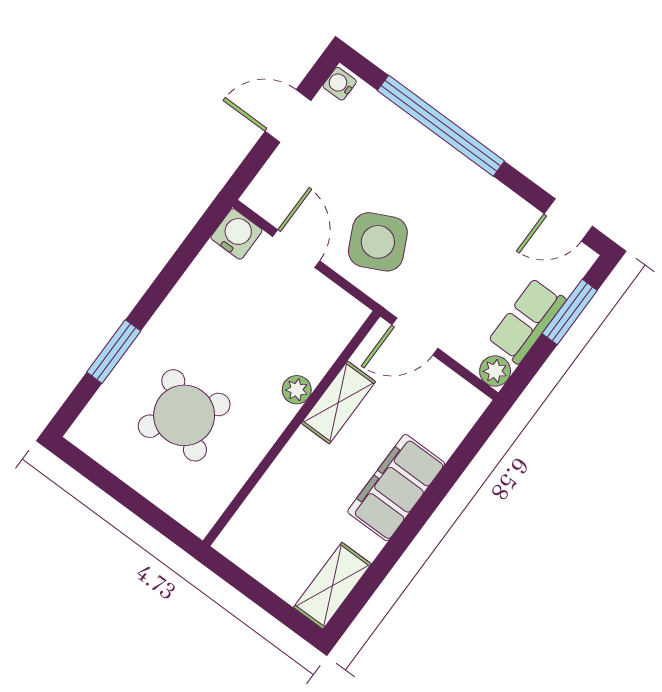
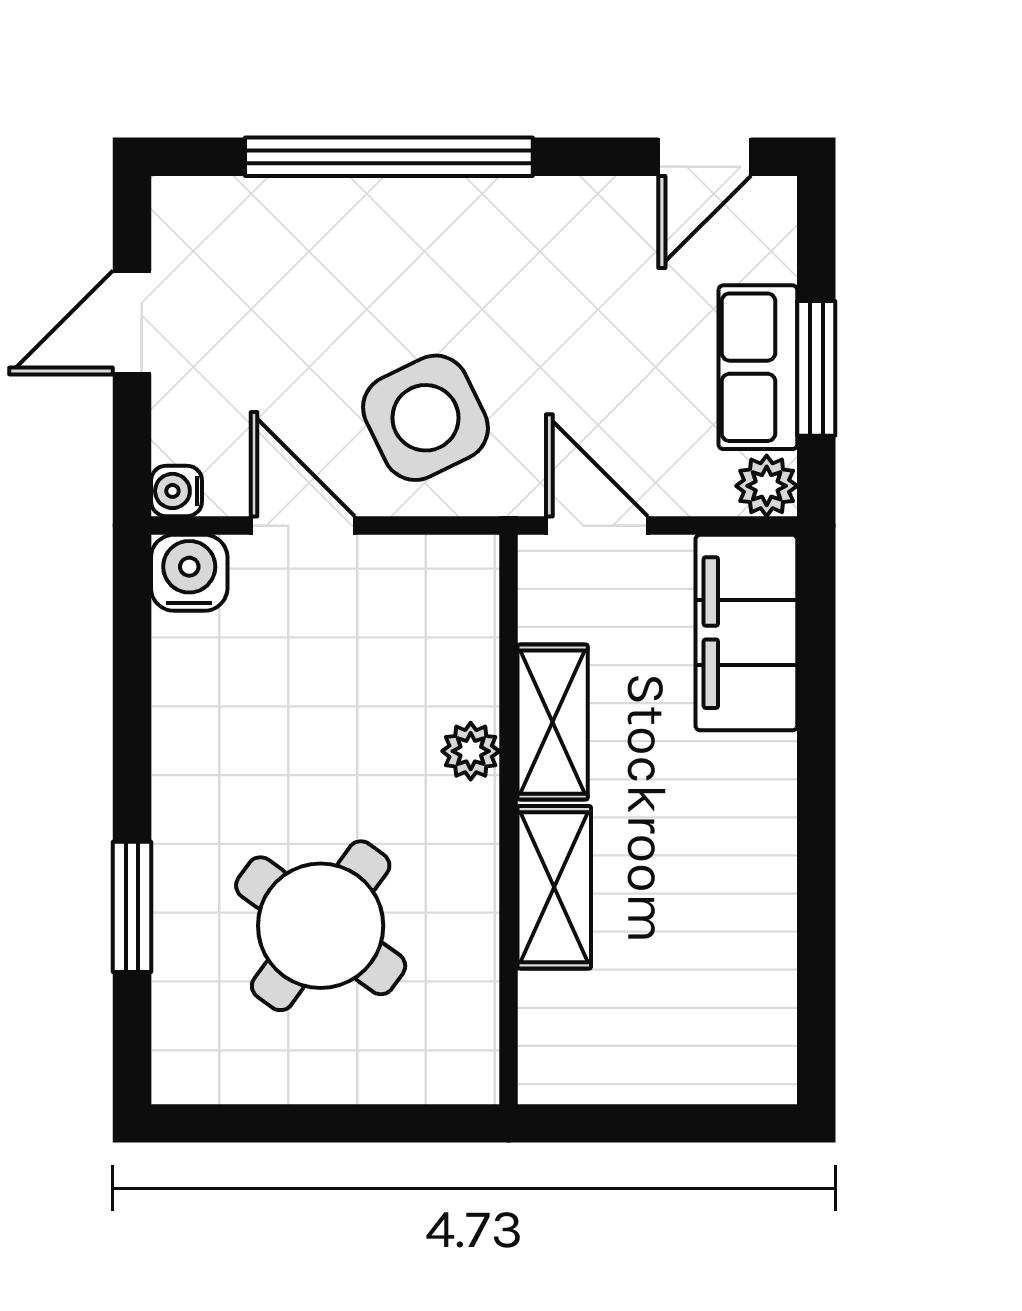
water cooler: (340, 84) -> (177, 491), moved
window: (570, 312) -> (816, 368), moved
door: (415, 336) -> (597, 526), swing flipped
filing cabinet: (396, 488) -> (746, 633), moved
shelving: (332, 586) -> (554, 887), moved

